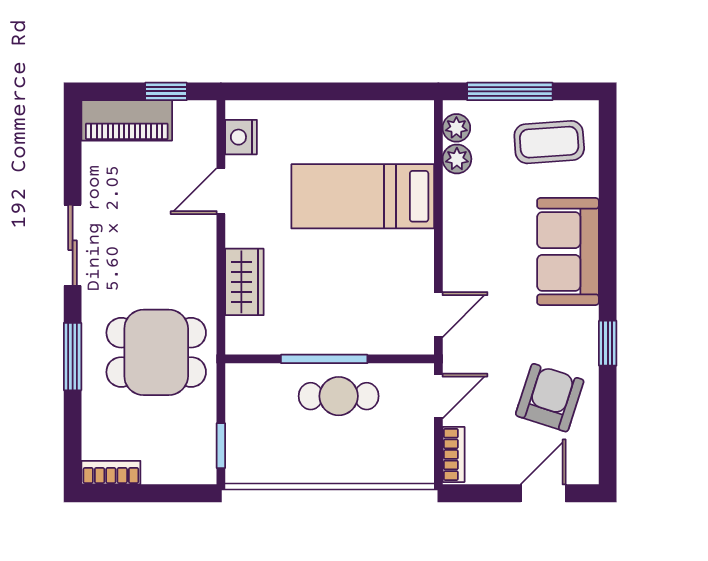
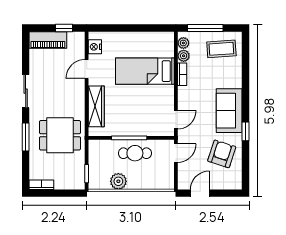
sofa: (568, 251) -> (229, 111), moved
wardrobe: (244, 282) -> (96, 106), width x1.50
bookcase: (454, 454) -> (182, 74), moved
plant: (298, 464) -> (118, 181), added
door: (543, 493) -> (200, 193), moved

